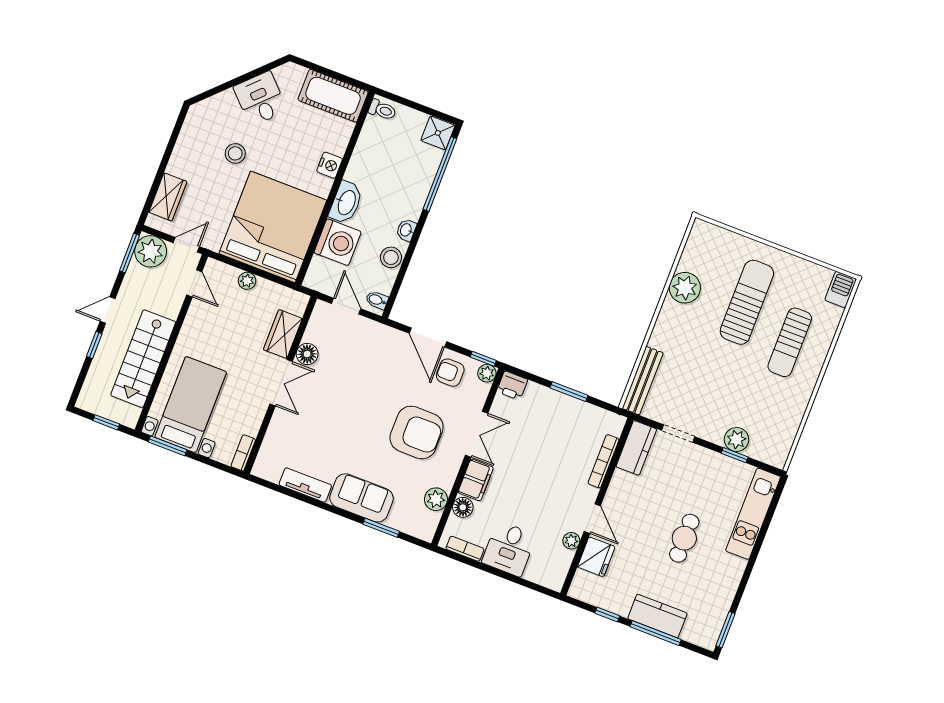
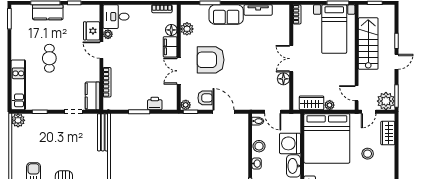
stool: (235, 153) -> (368, 154), moved
wardrobe: (283, 334) -> (312, 103), moved, turned -90
printer: (512, 386) -> (155, 103), moved
plant: (736, 440) -> (18, 120), moved
desk: (509, 549) -> (116, 17), moved, turned -90

